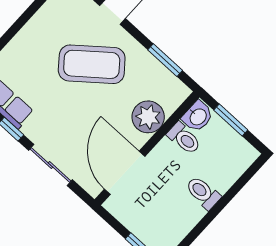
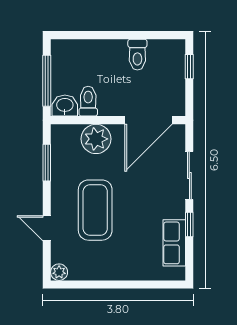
coffee table: (92, 64) -> (95, 210), turned 39
window: (231, 120) -> (47, 81), width x1.44
toilet: (203, 193) -> (137, 55), moved

